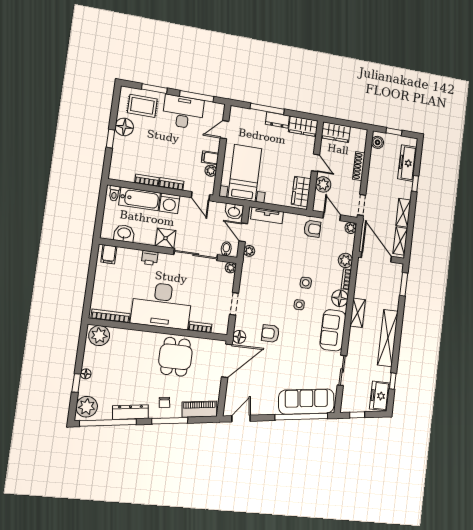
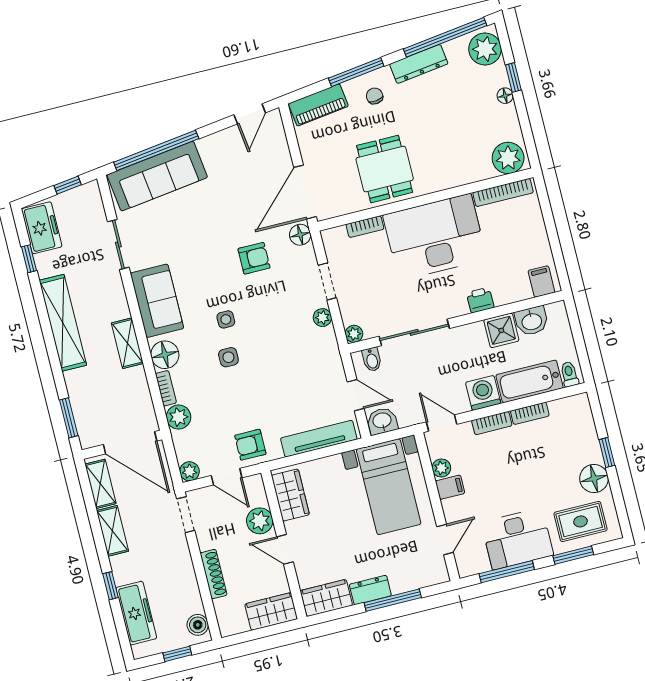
tv unit: (267, 215) -> (319, 439), width x1.41
shower: (166, 238) -> (501, 330), moved
plant: (249, 251) -> (322, 318), moved

